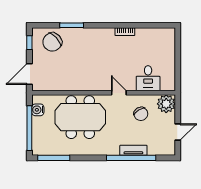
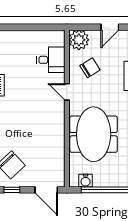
door: (119, 93) -> (67, 92), hinge flipped
door: (178, 132) -> (110, 27), swing flipped

